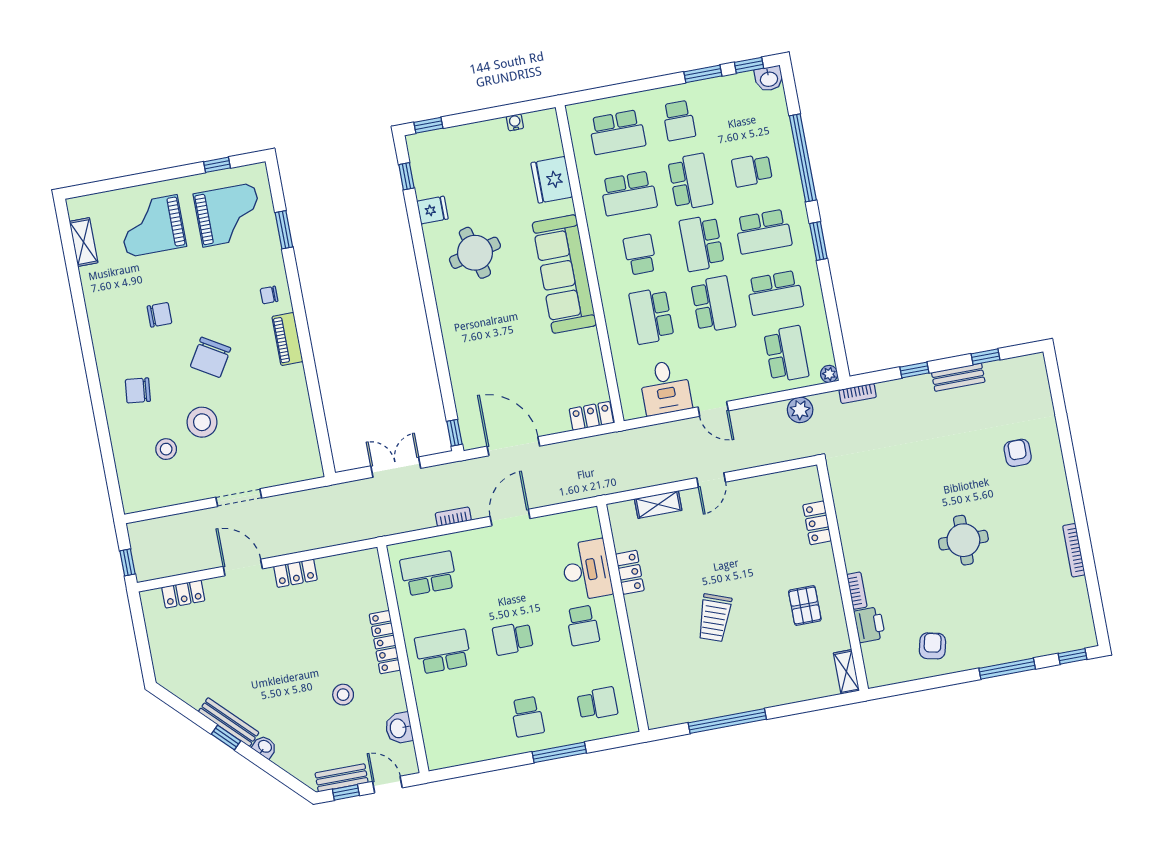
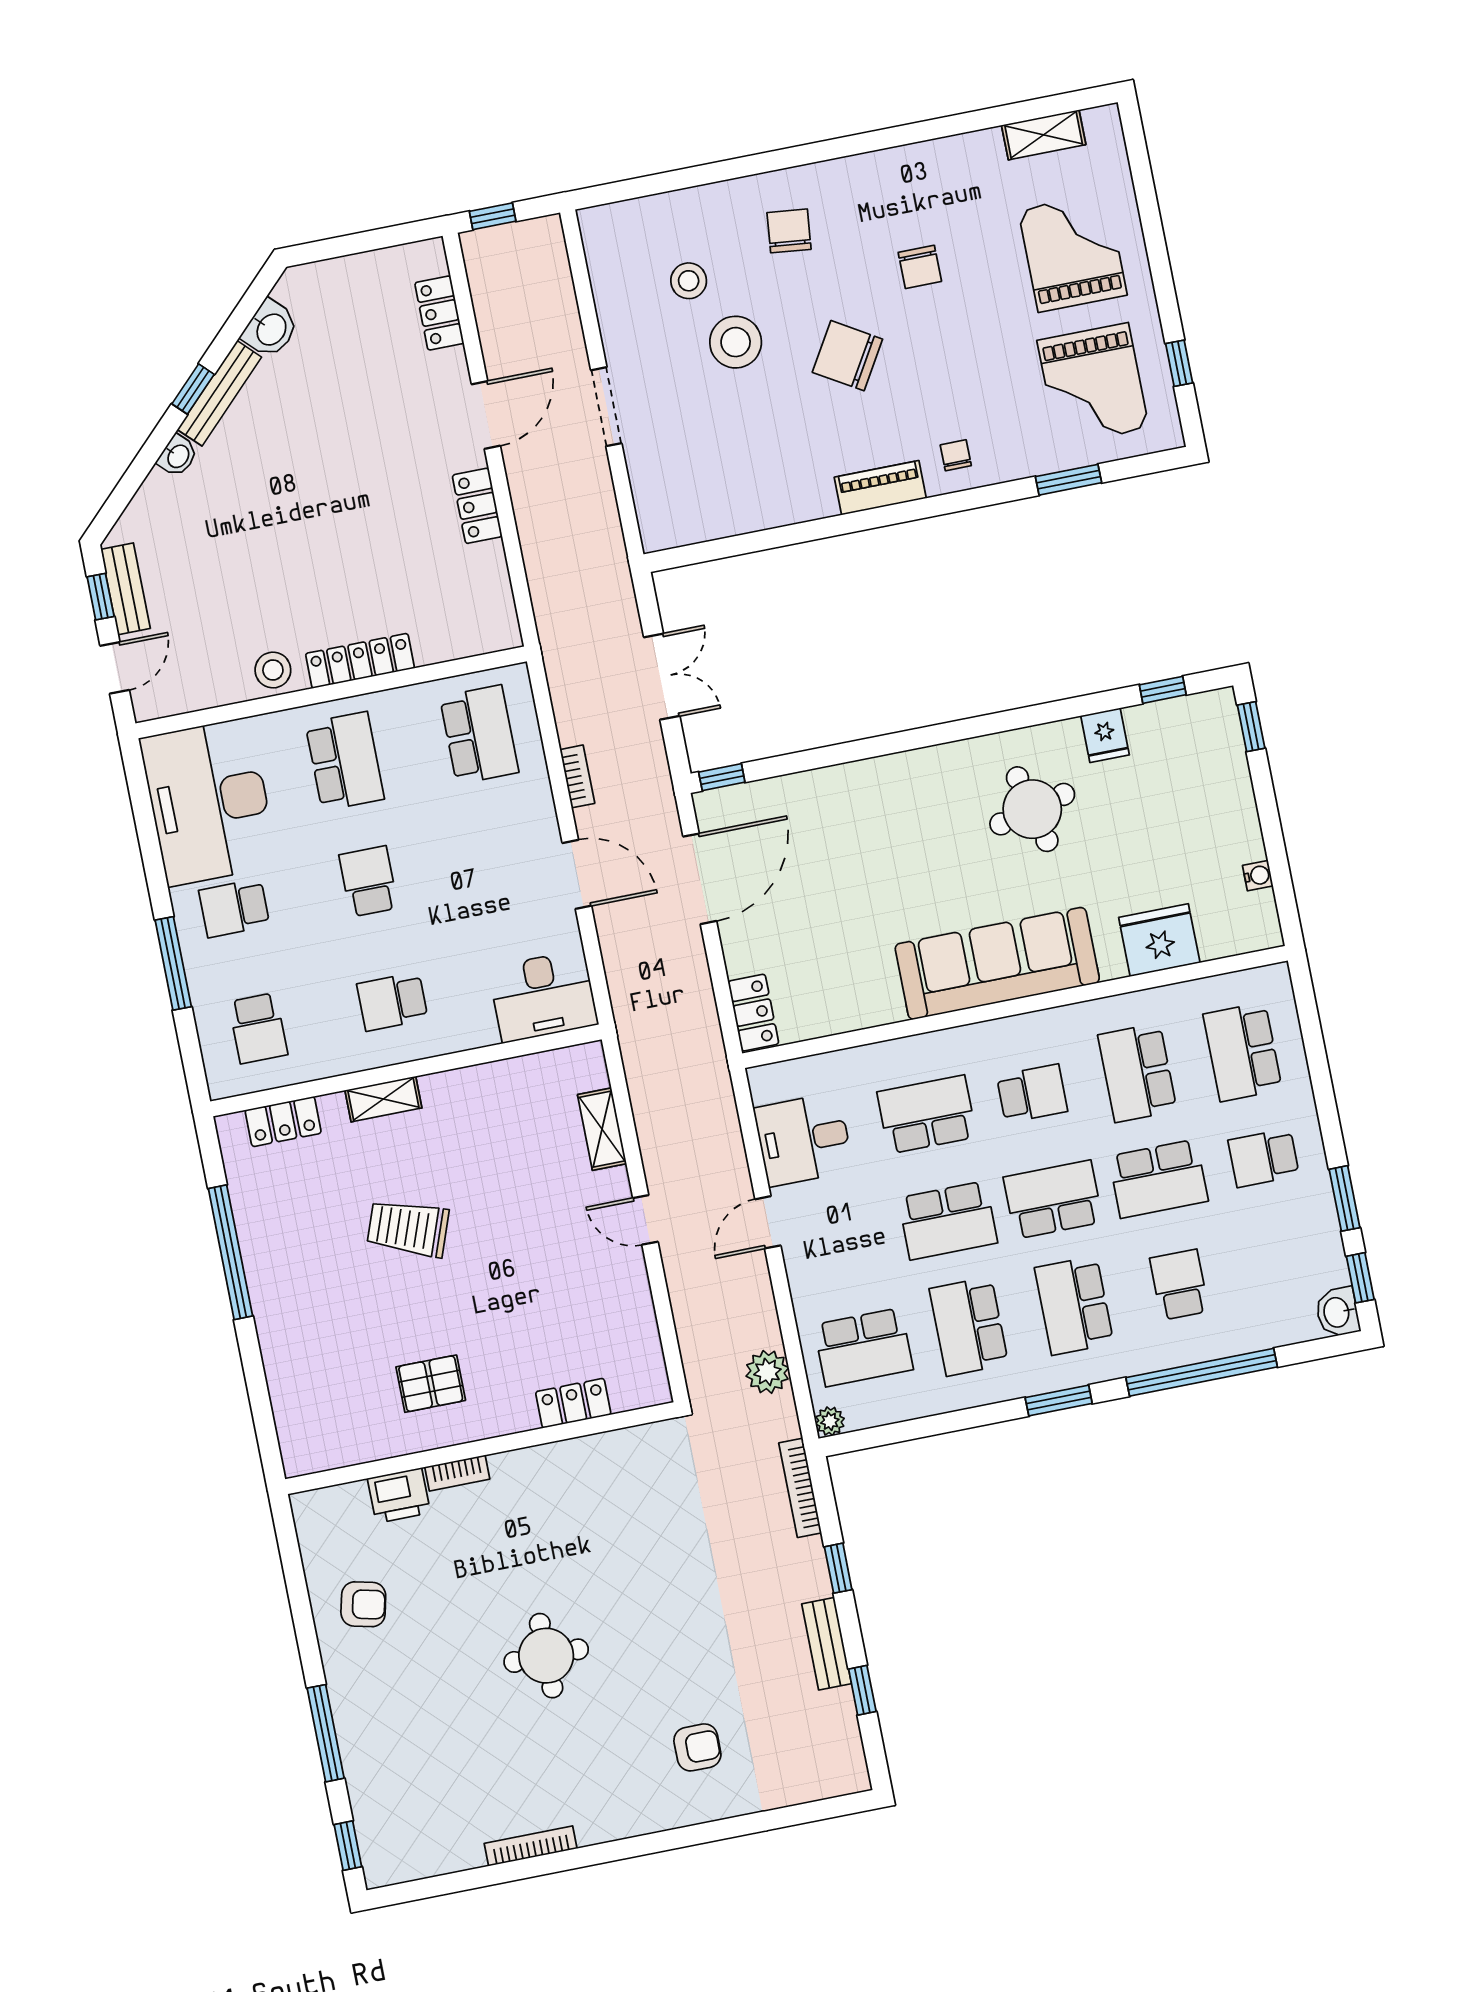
bookcase: (858, 393) -> (800, 1488), width x1.56
desk: (587, 570) -> (543, 996), moved
locker: (630, 572) -> (283, 1122), moved
shelving: (846, 672) -> (383, 1099), moved
stool: (343, 695) -> (273, 670), moved
washbasin: (399, 728) -> (270, 329), moved, turned 135
desk: (466, 731) -> (209, 802), added

